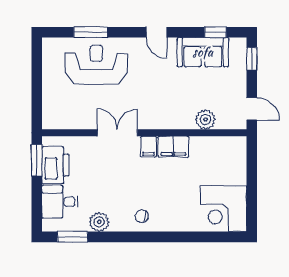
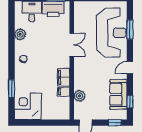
reception desk: (96, 65) -> (111, 33), width x1.36, depth x1.30
filing cabinet: (148, 147) -> (64, 92), moved
window: (72, 237) -> (12, 88), moved

